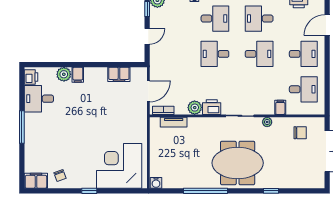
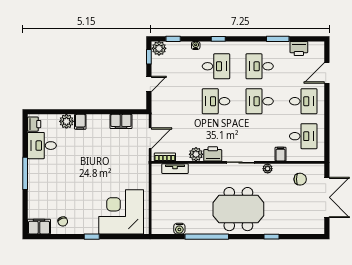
desk: (259, 54) -> (260, 101), turned 180
water cooler: (156, 183) -> (179, 229), moved

